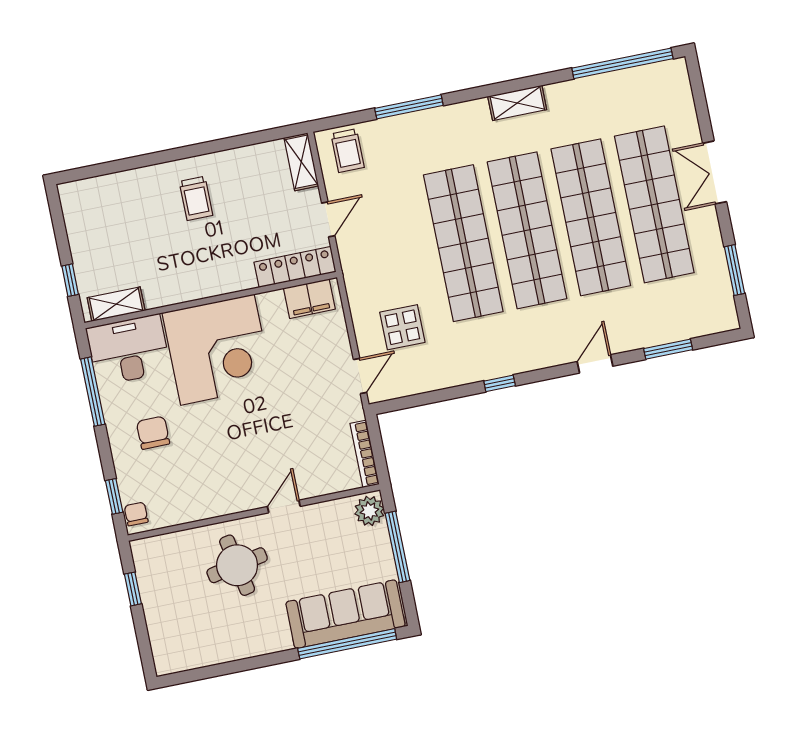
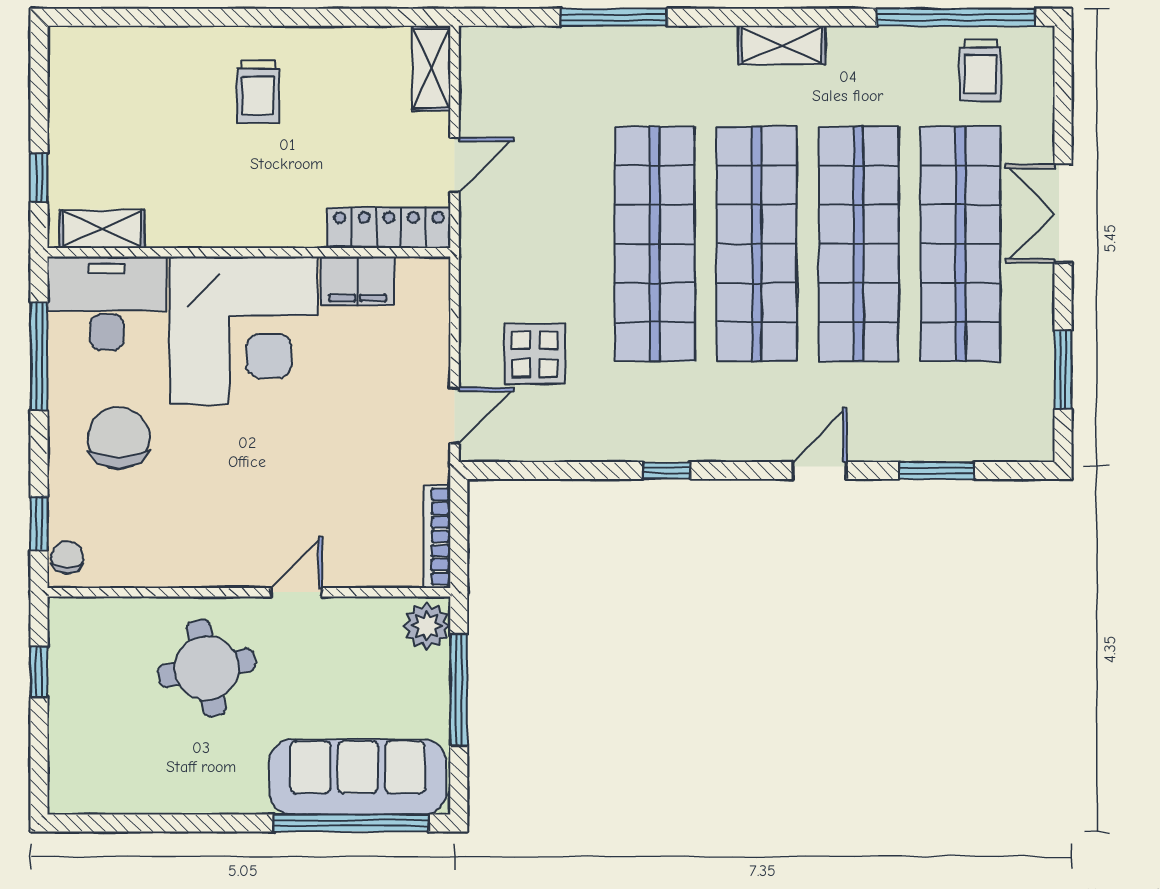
trolley: (348, 151) -> (980, 70), moved
filing cabinet: (309, 299) -> (358, 281), moved
chair: (153, 433) -> (119, 438), width x1.37, depth x1.37

